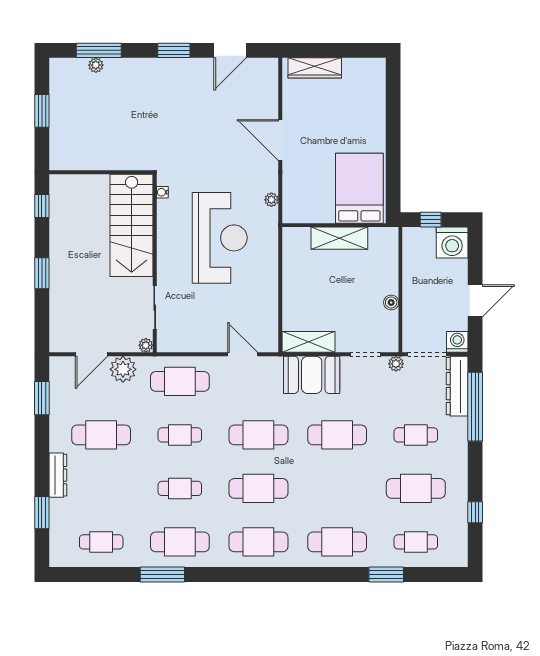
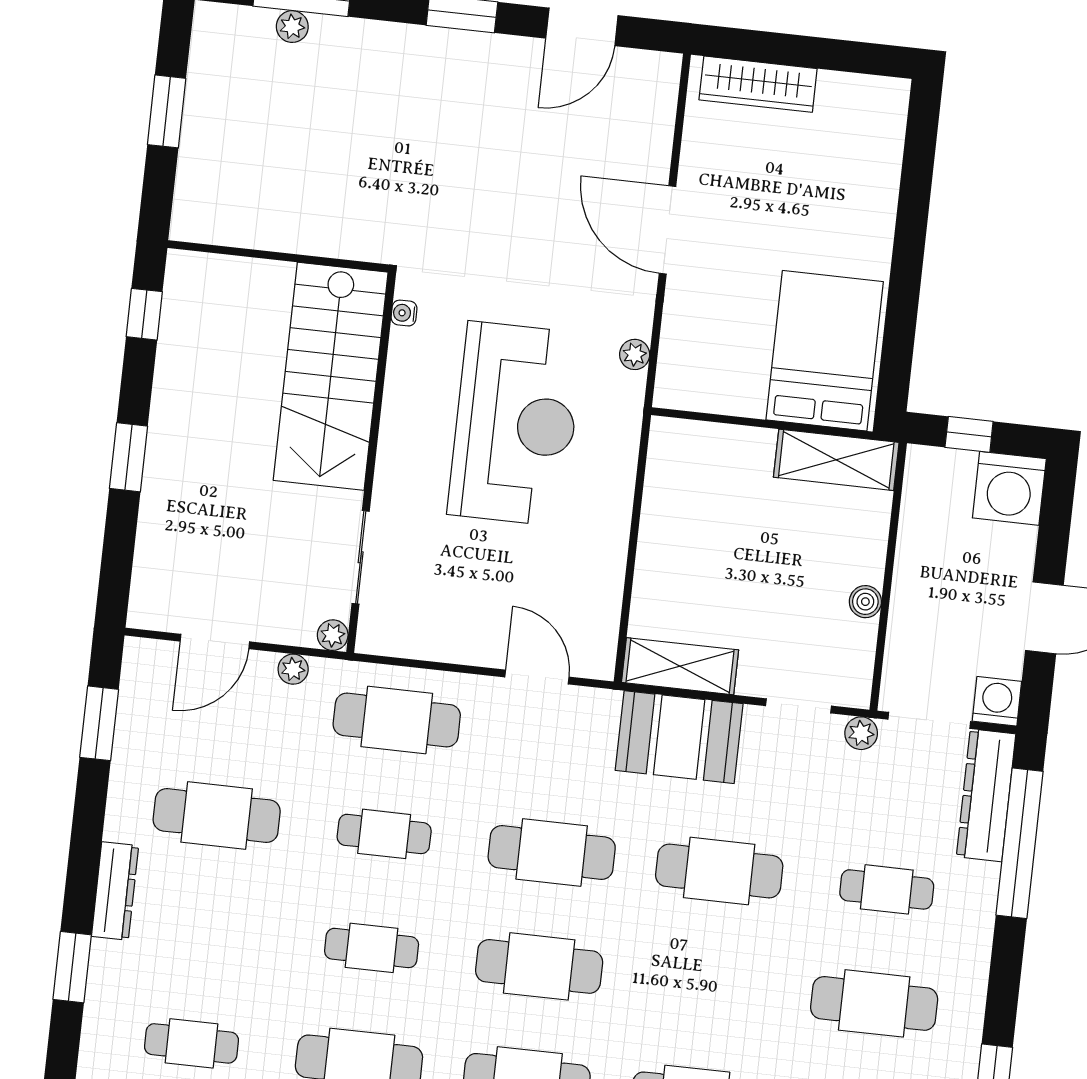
shelving: (339, 238) -> (836, 460), moved
plant: (123, 369) -> (293, 669), width x0.53, depth x0.53

